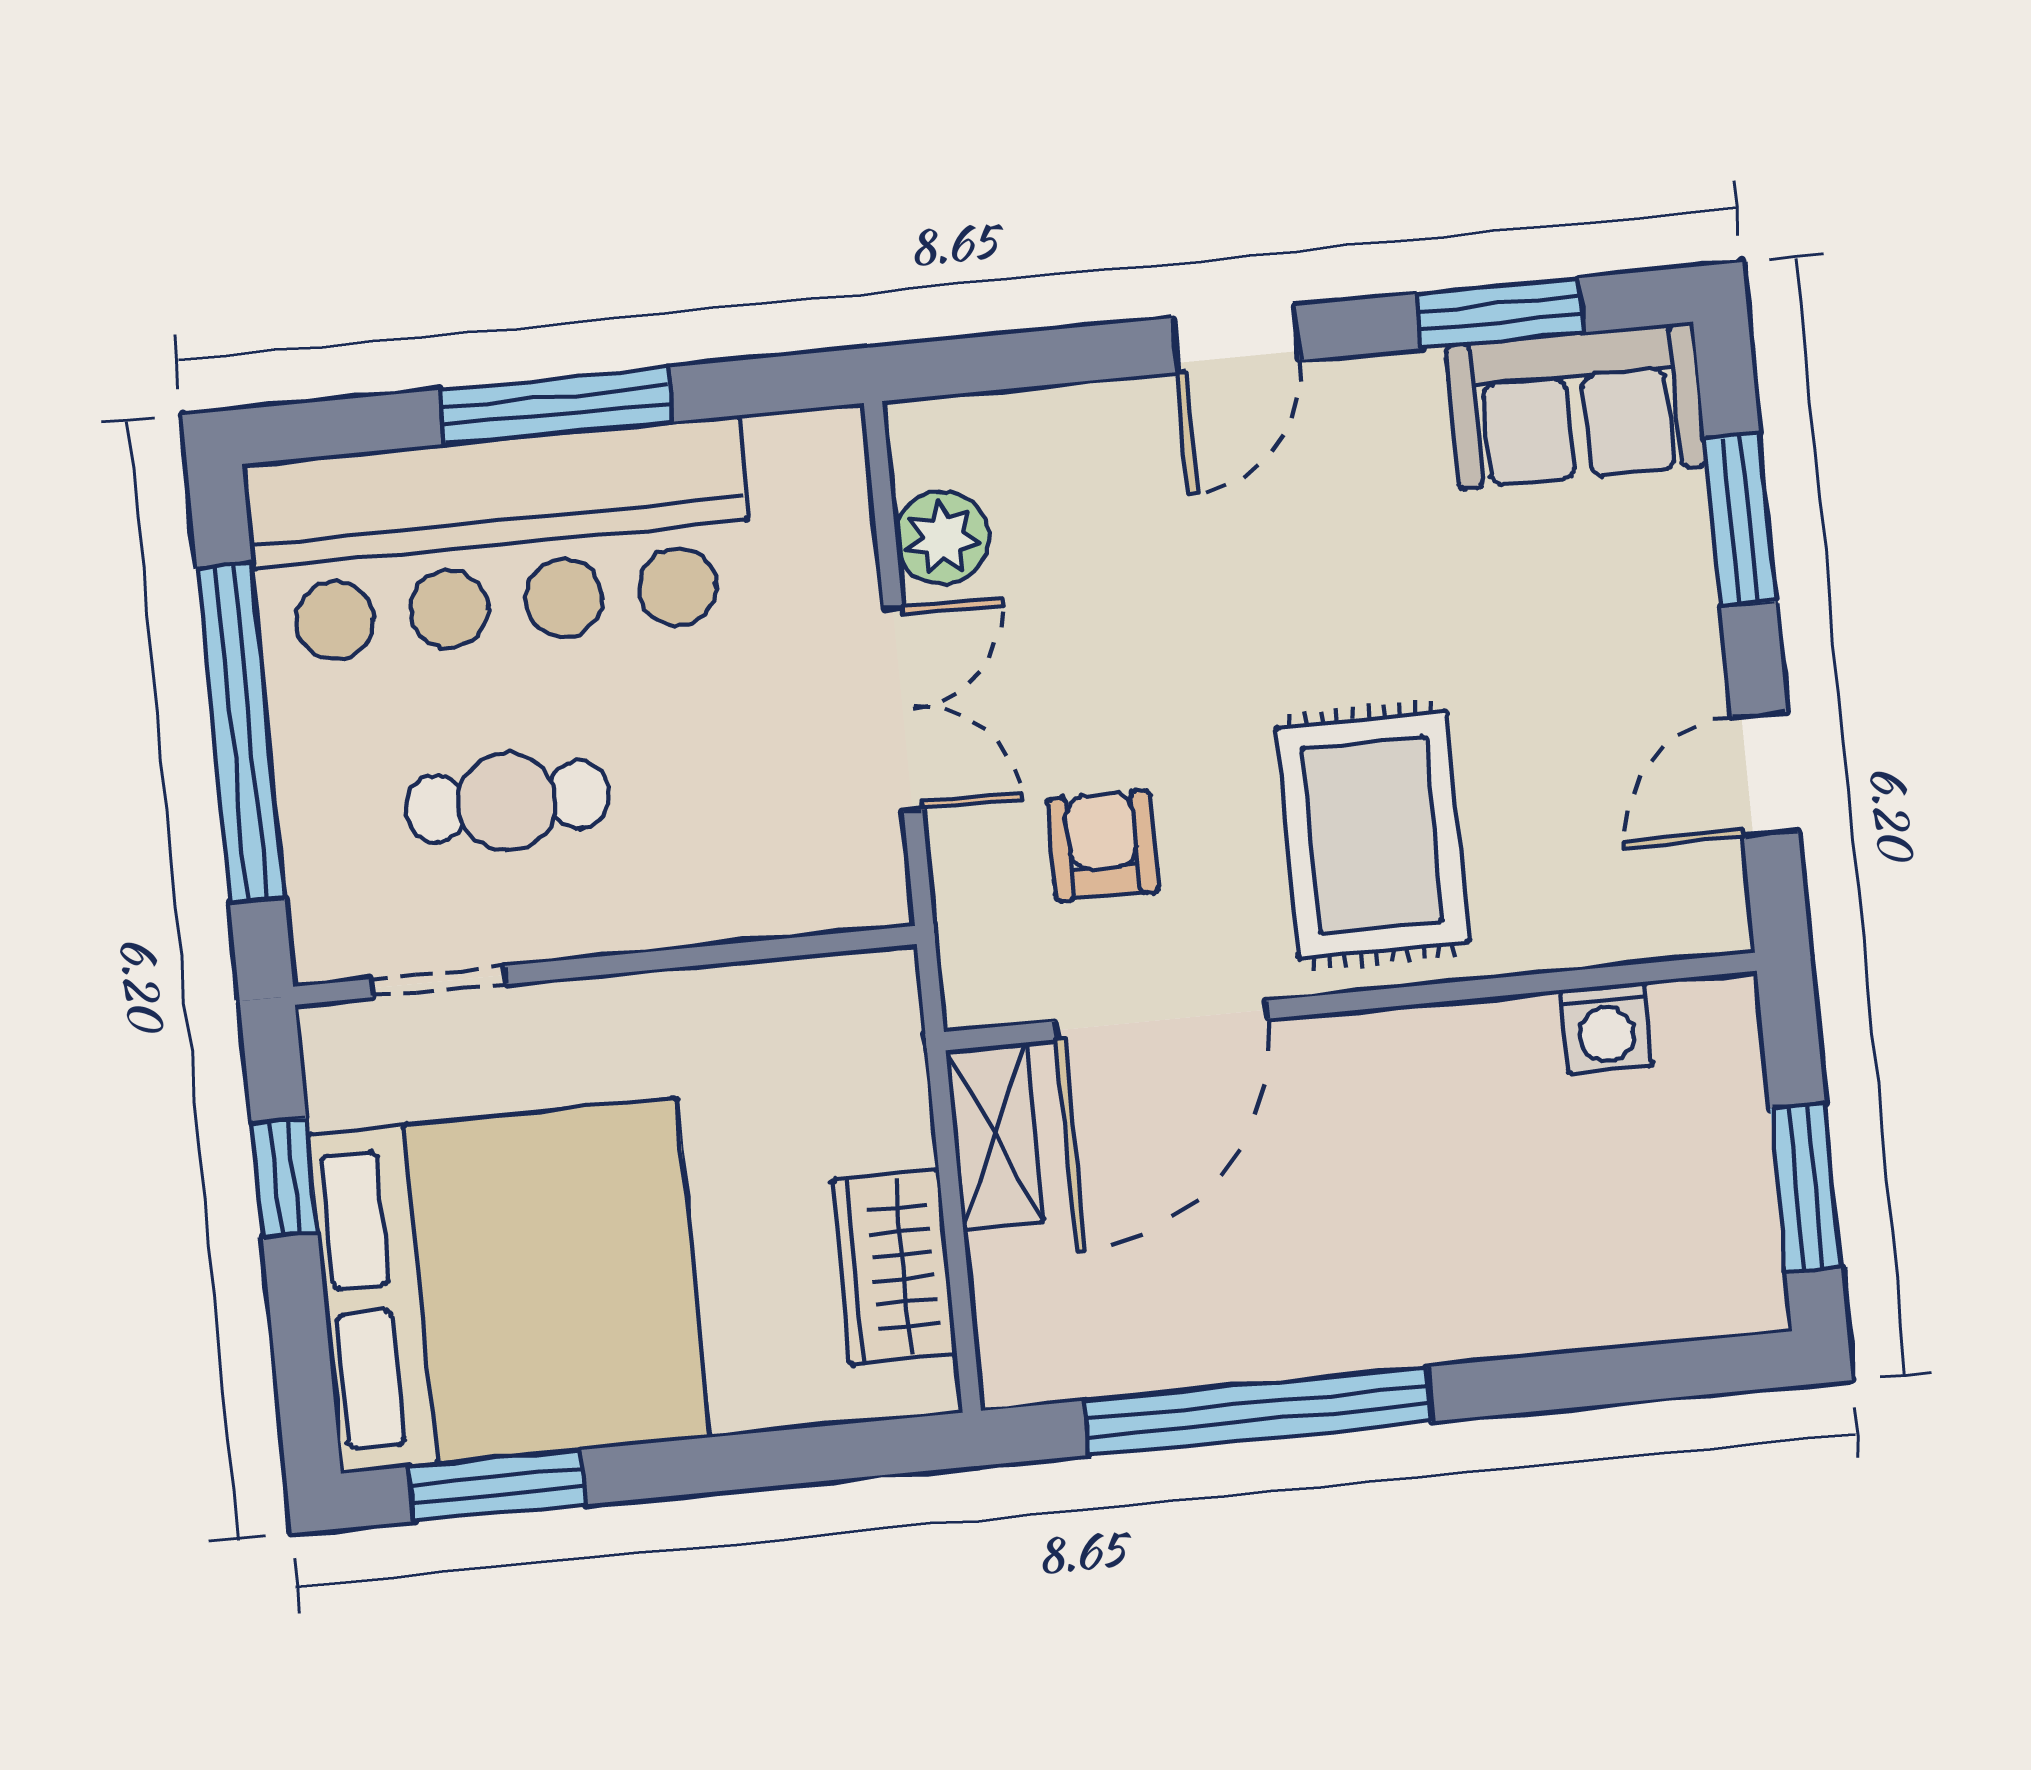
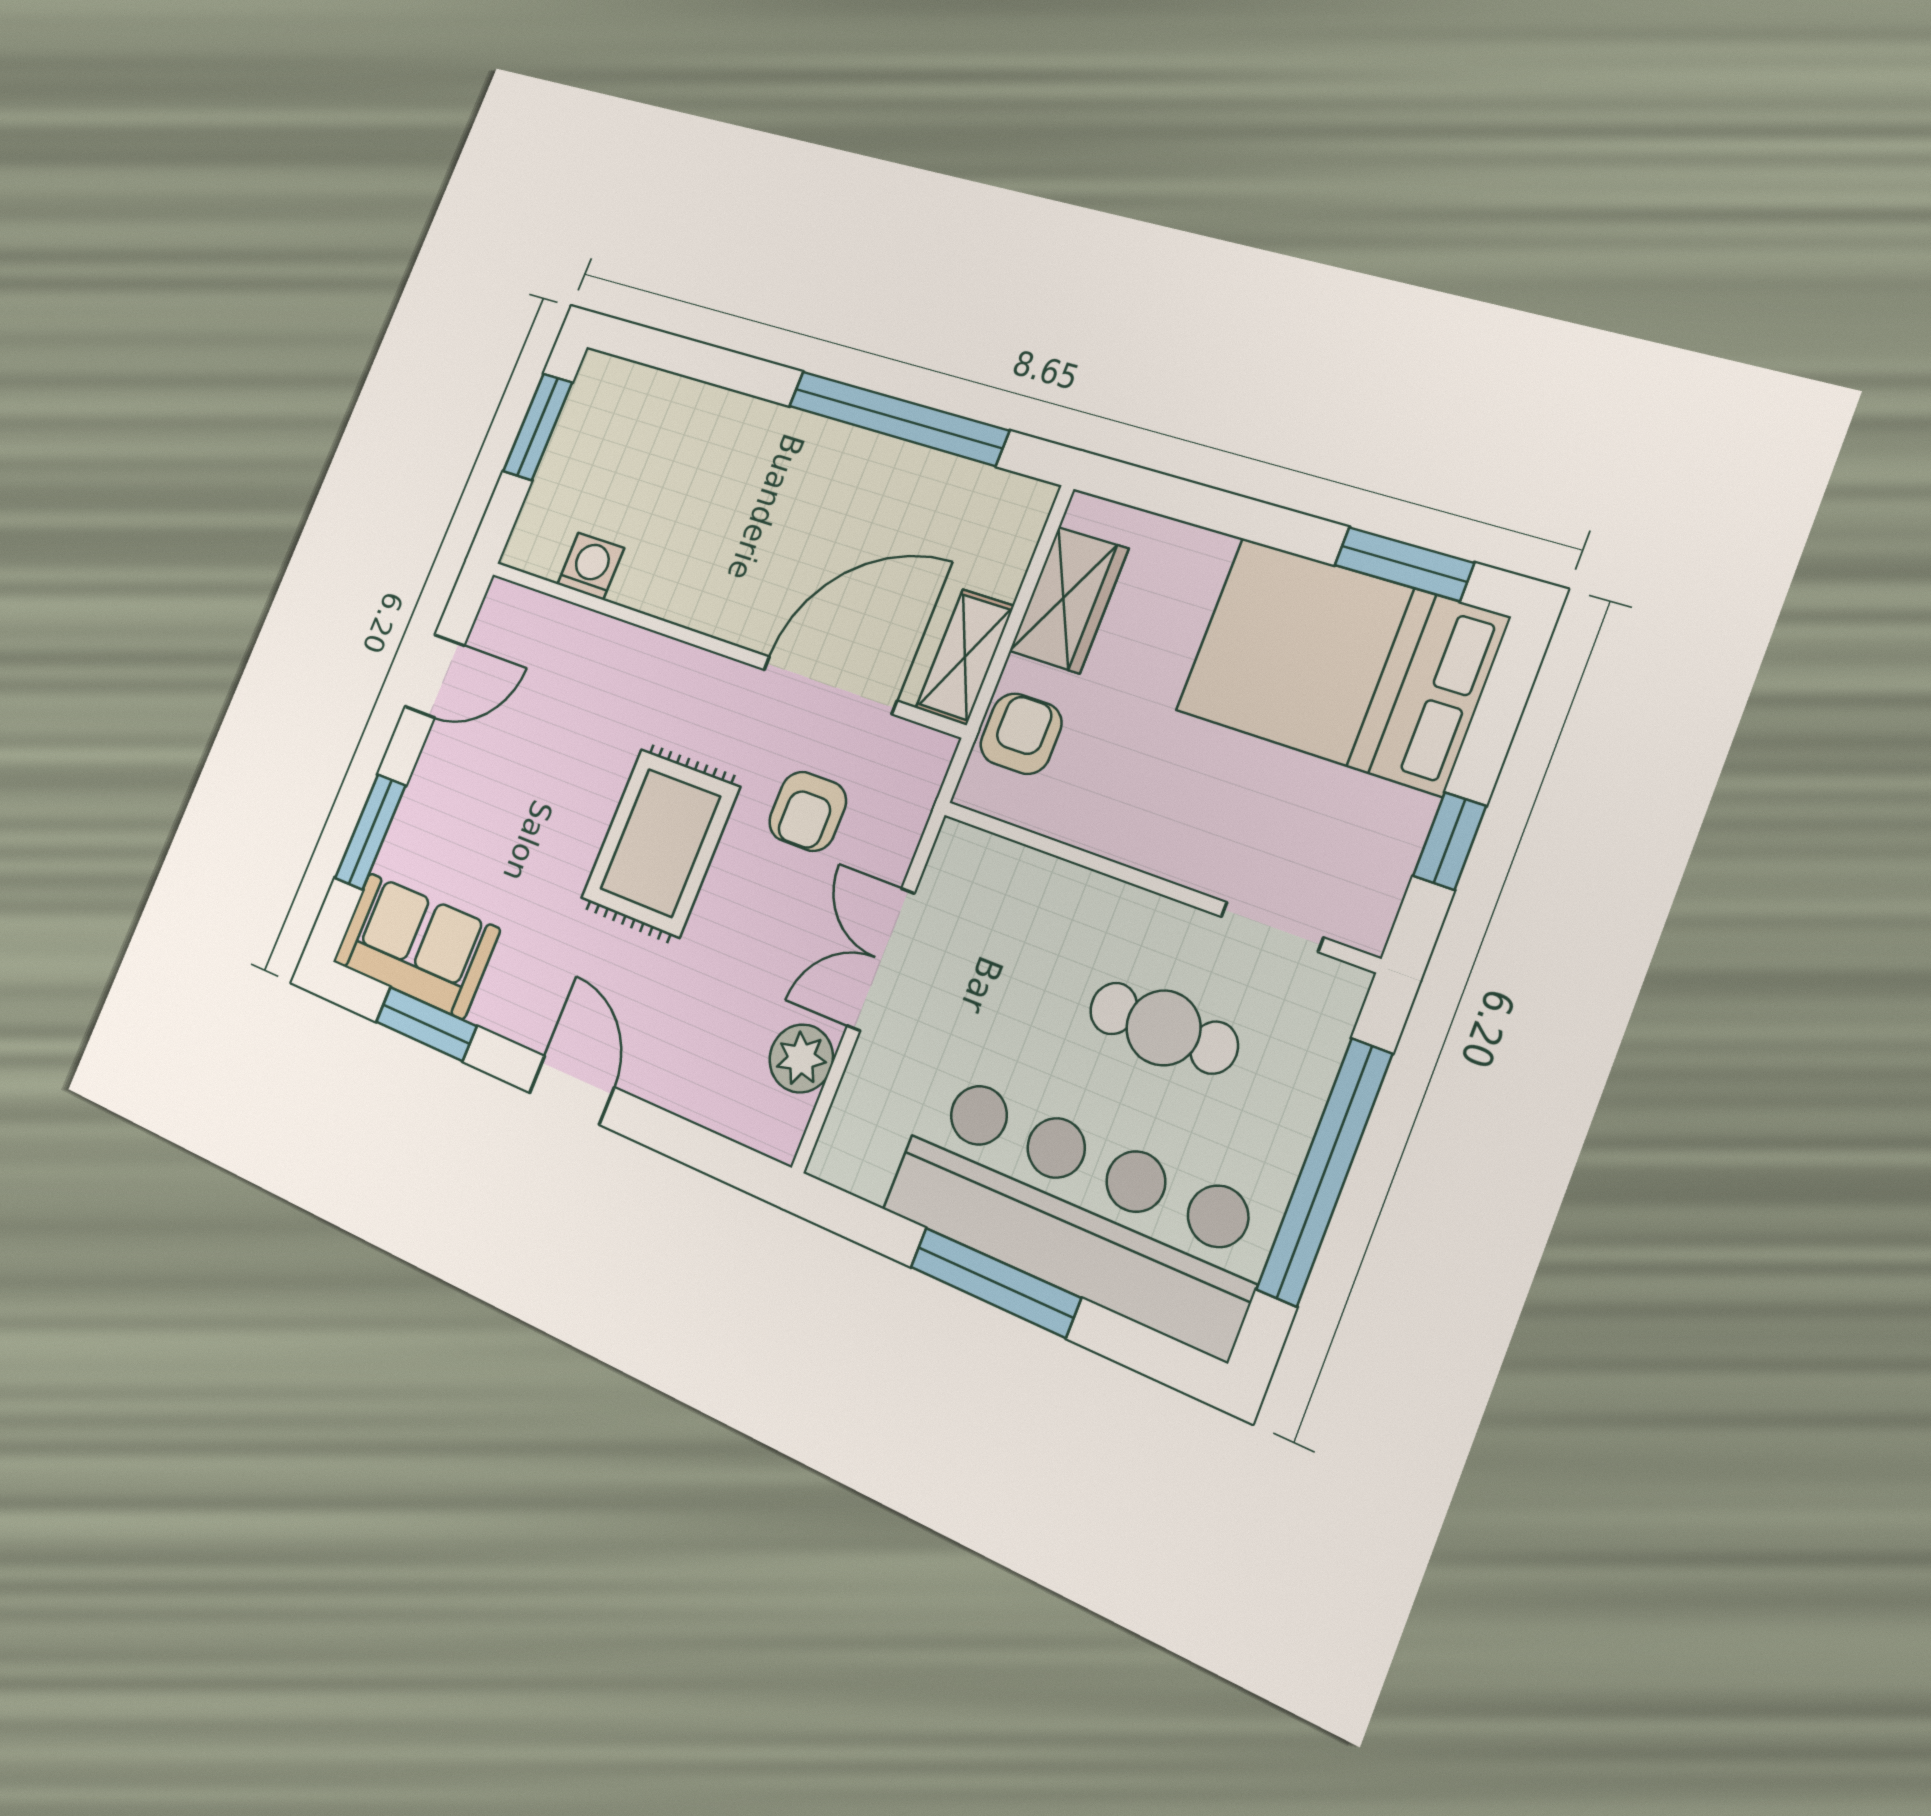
door: (1236, 339) -> (572, 1090), hinge flipped
rug: (1372, 835) -> (660, 843), moved
armchair: (869, 1072) -> (1021, 734), added
bed: (509, 1286) -> (1340, 664), width x0.73

